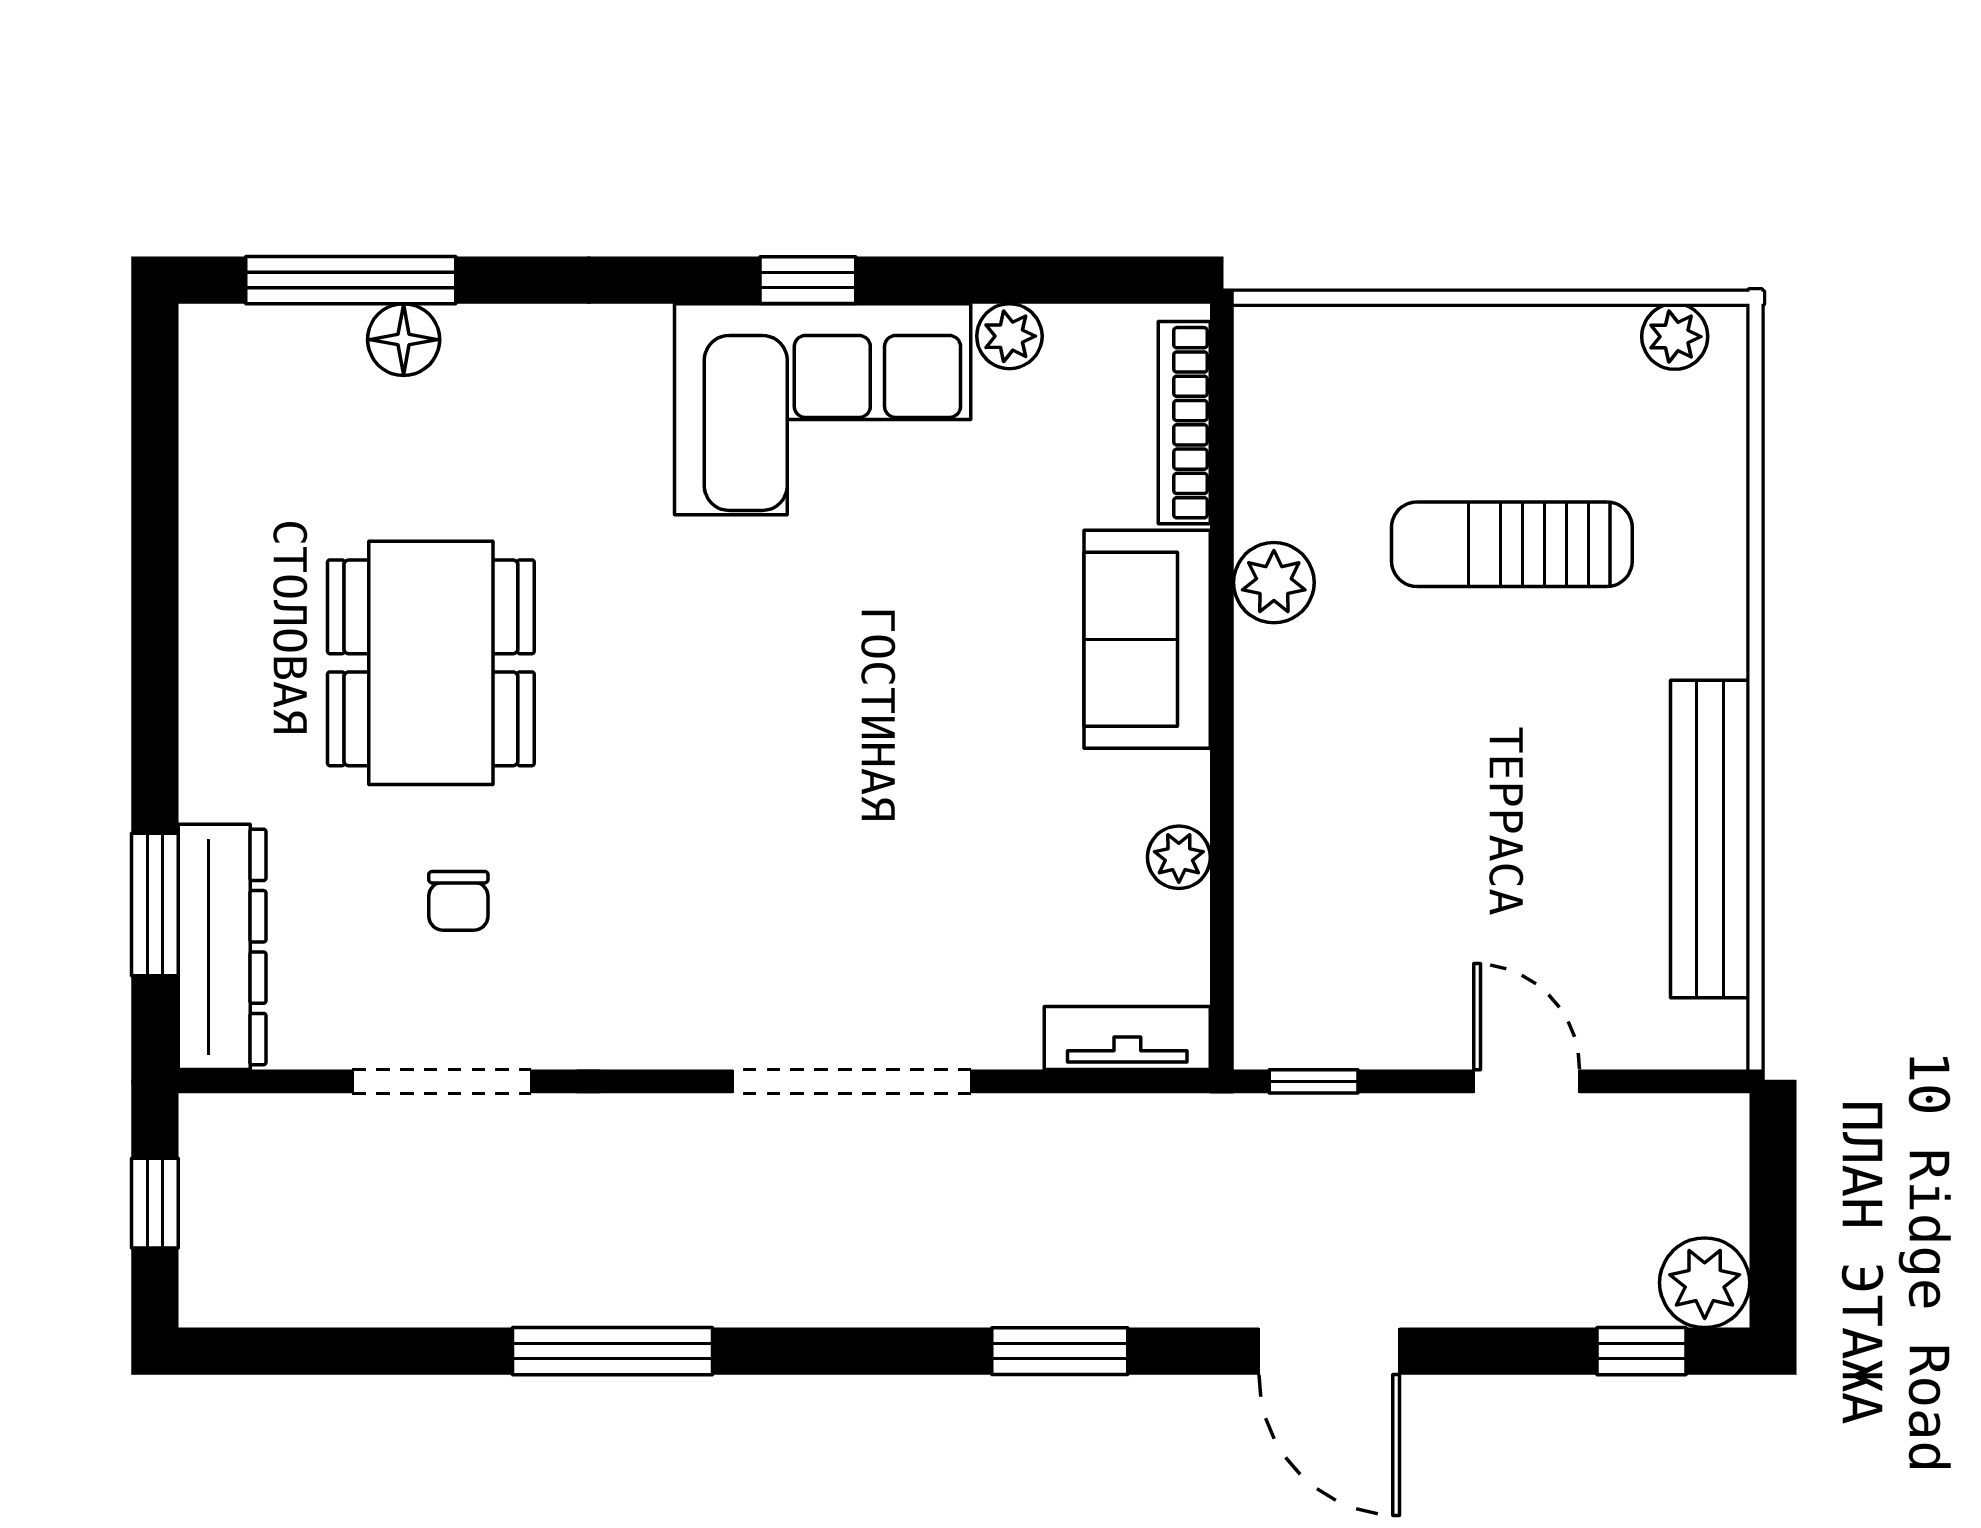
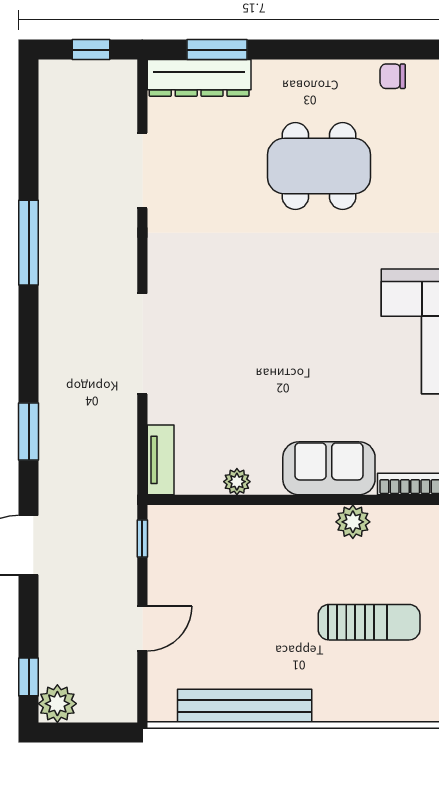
sun lounger: (1512, 544) -> (369, 622), turned 90
chair: (458, 901) -> (393, 76), moved

